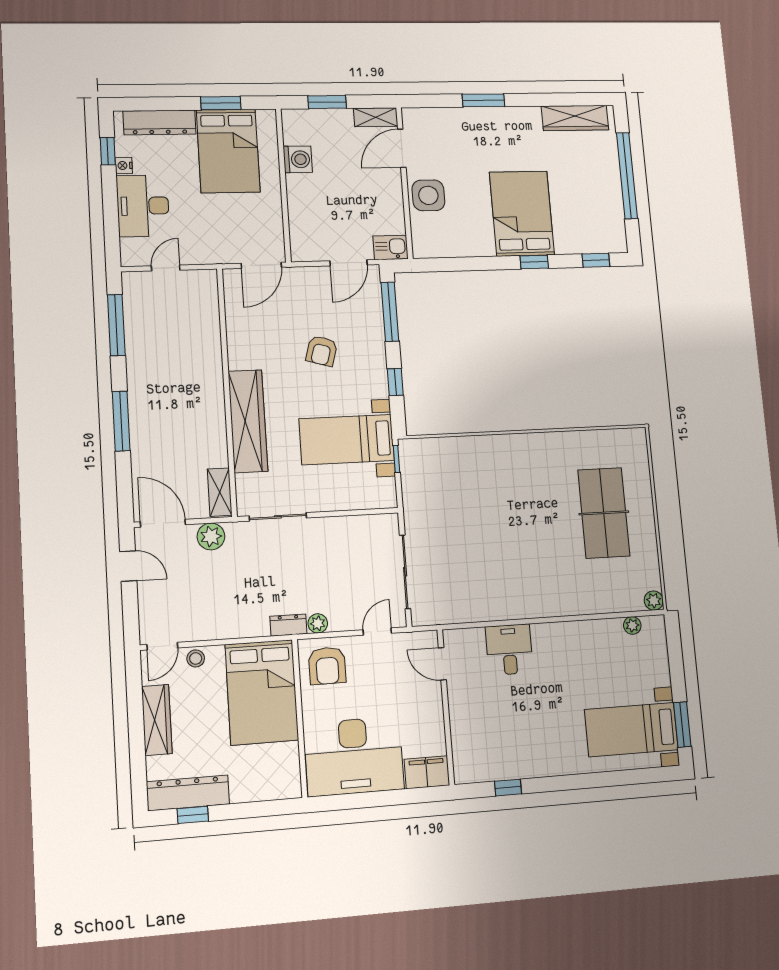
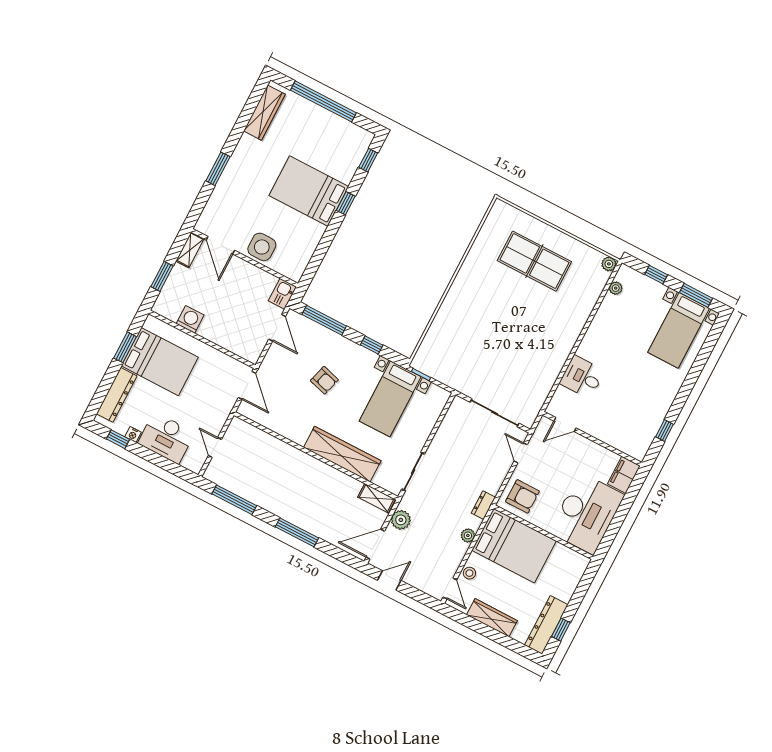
plant: (318, 623) -> (468, 535), moved
window: (676, 663) -> (656, 275), added

